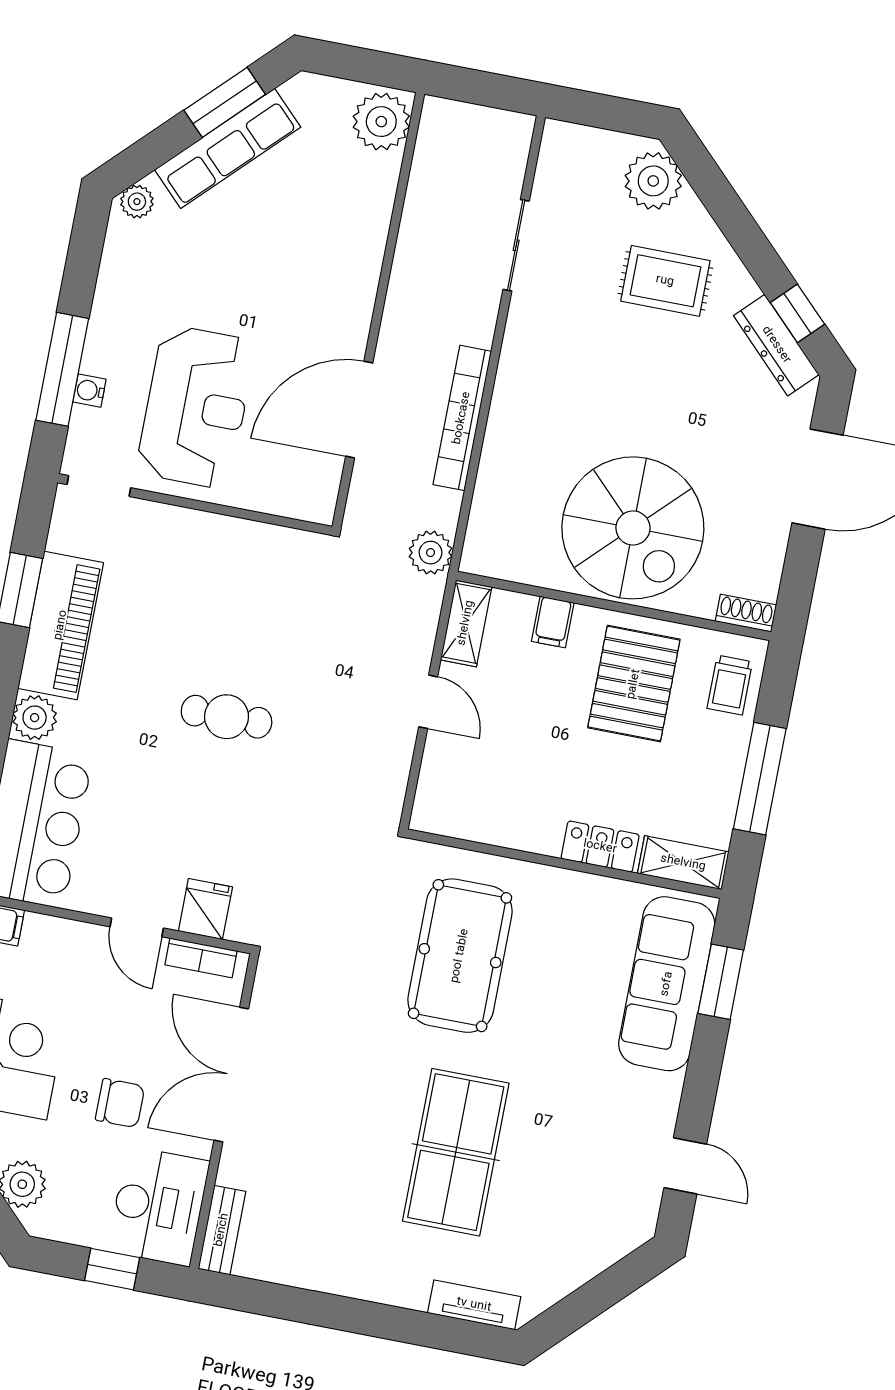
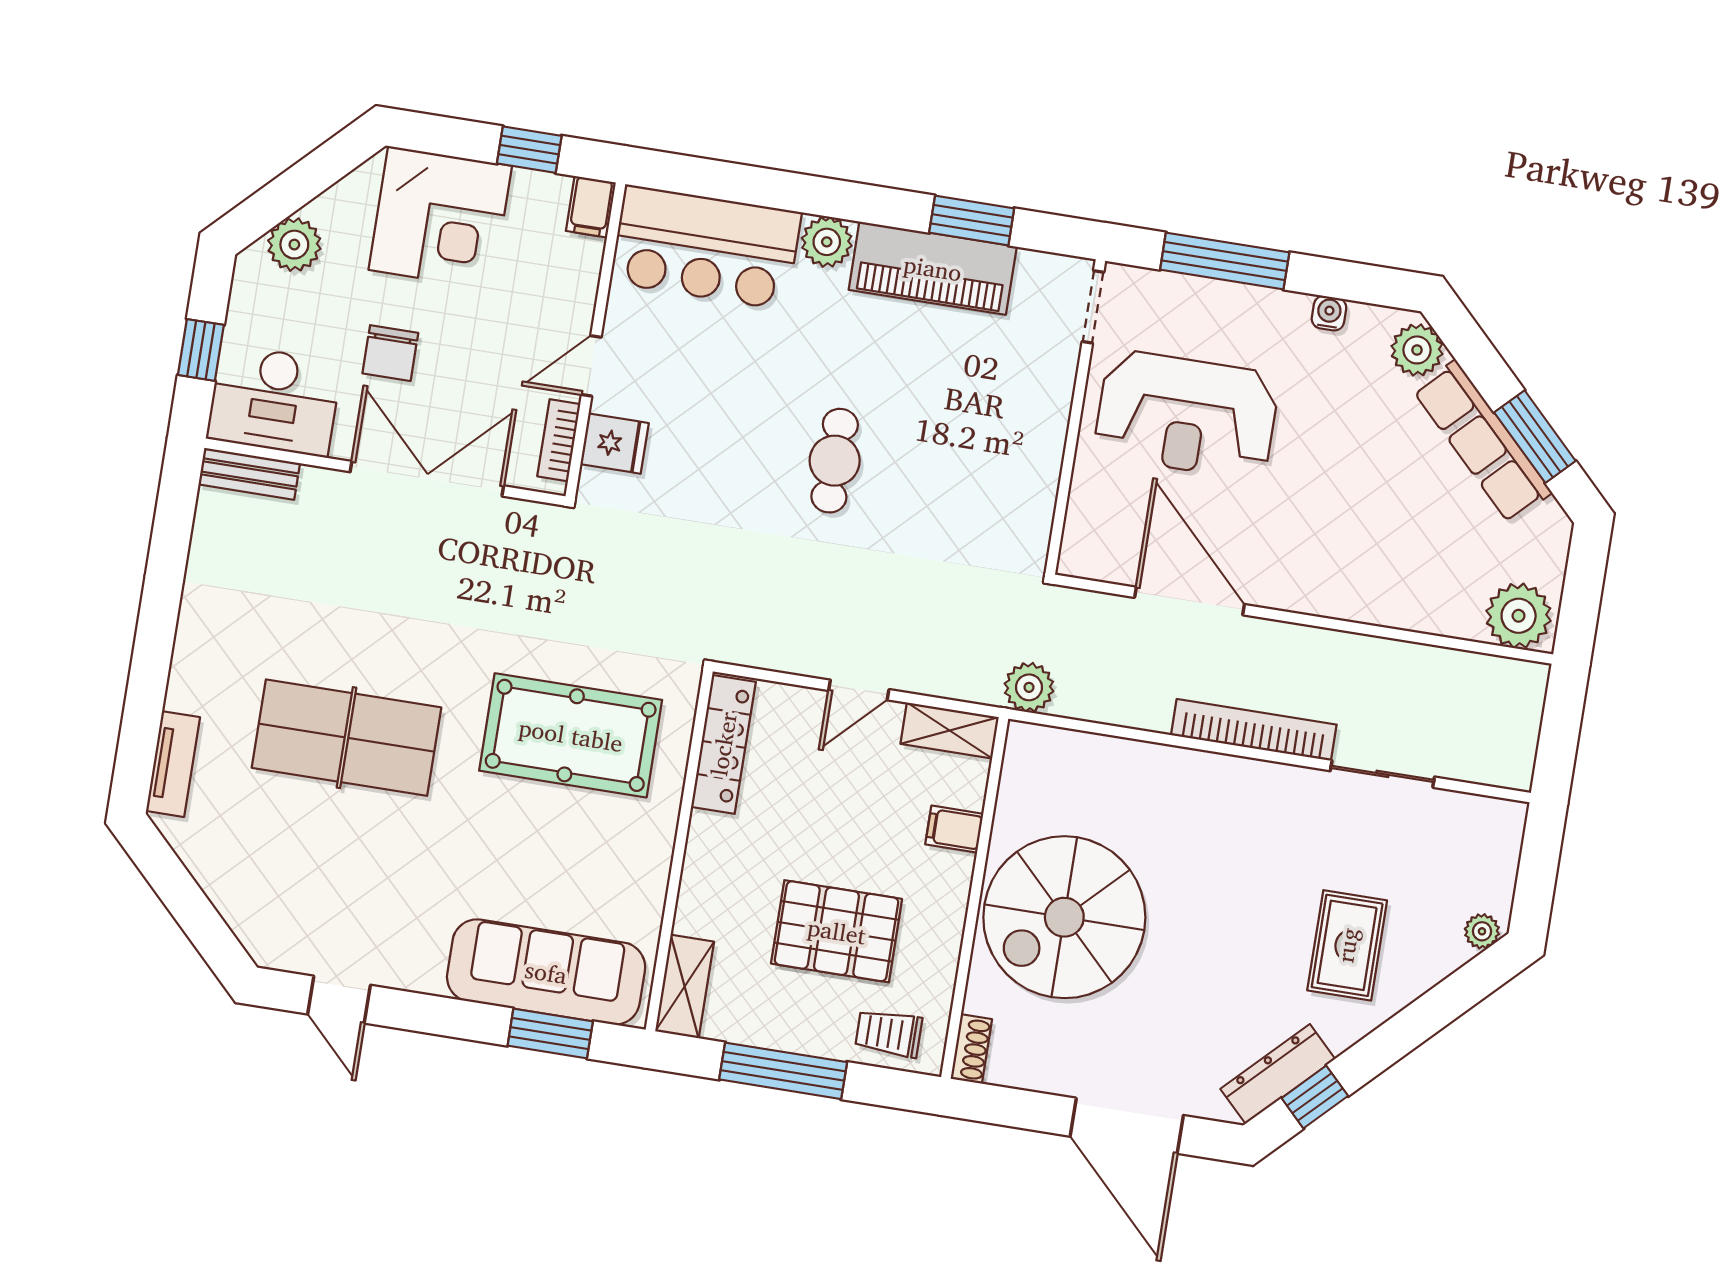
plant: (653, 181) -> (1482, 931), width x0.53, depth x0.53
plant: (137, 202) -> (1417, 350), width x1.38, depth x1.38
water cooler: (89, 391) -> (1329, 313), moved
bookcase: (462, 418) -> (1254, 730), moved
pallet: (634, 684) -> (837, 931), moved
locker: (600, 847) -> (723, 744), moved, width x1.53
door: (685, 1166) -> (339, 1000), hinge flipped

